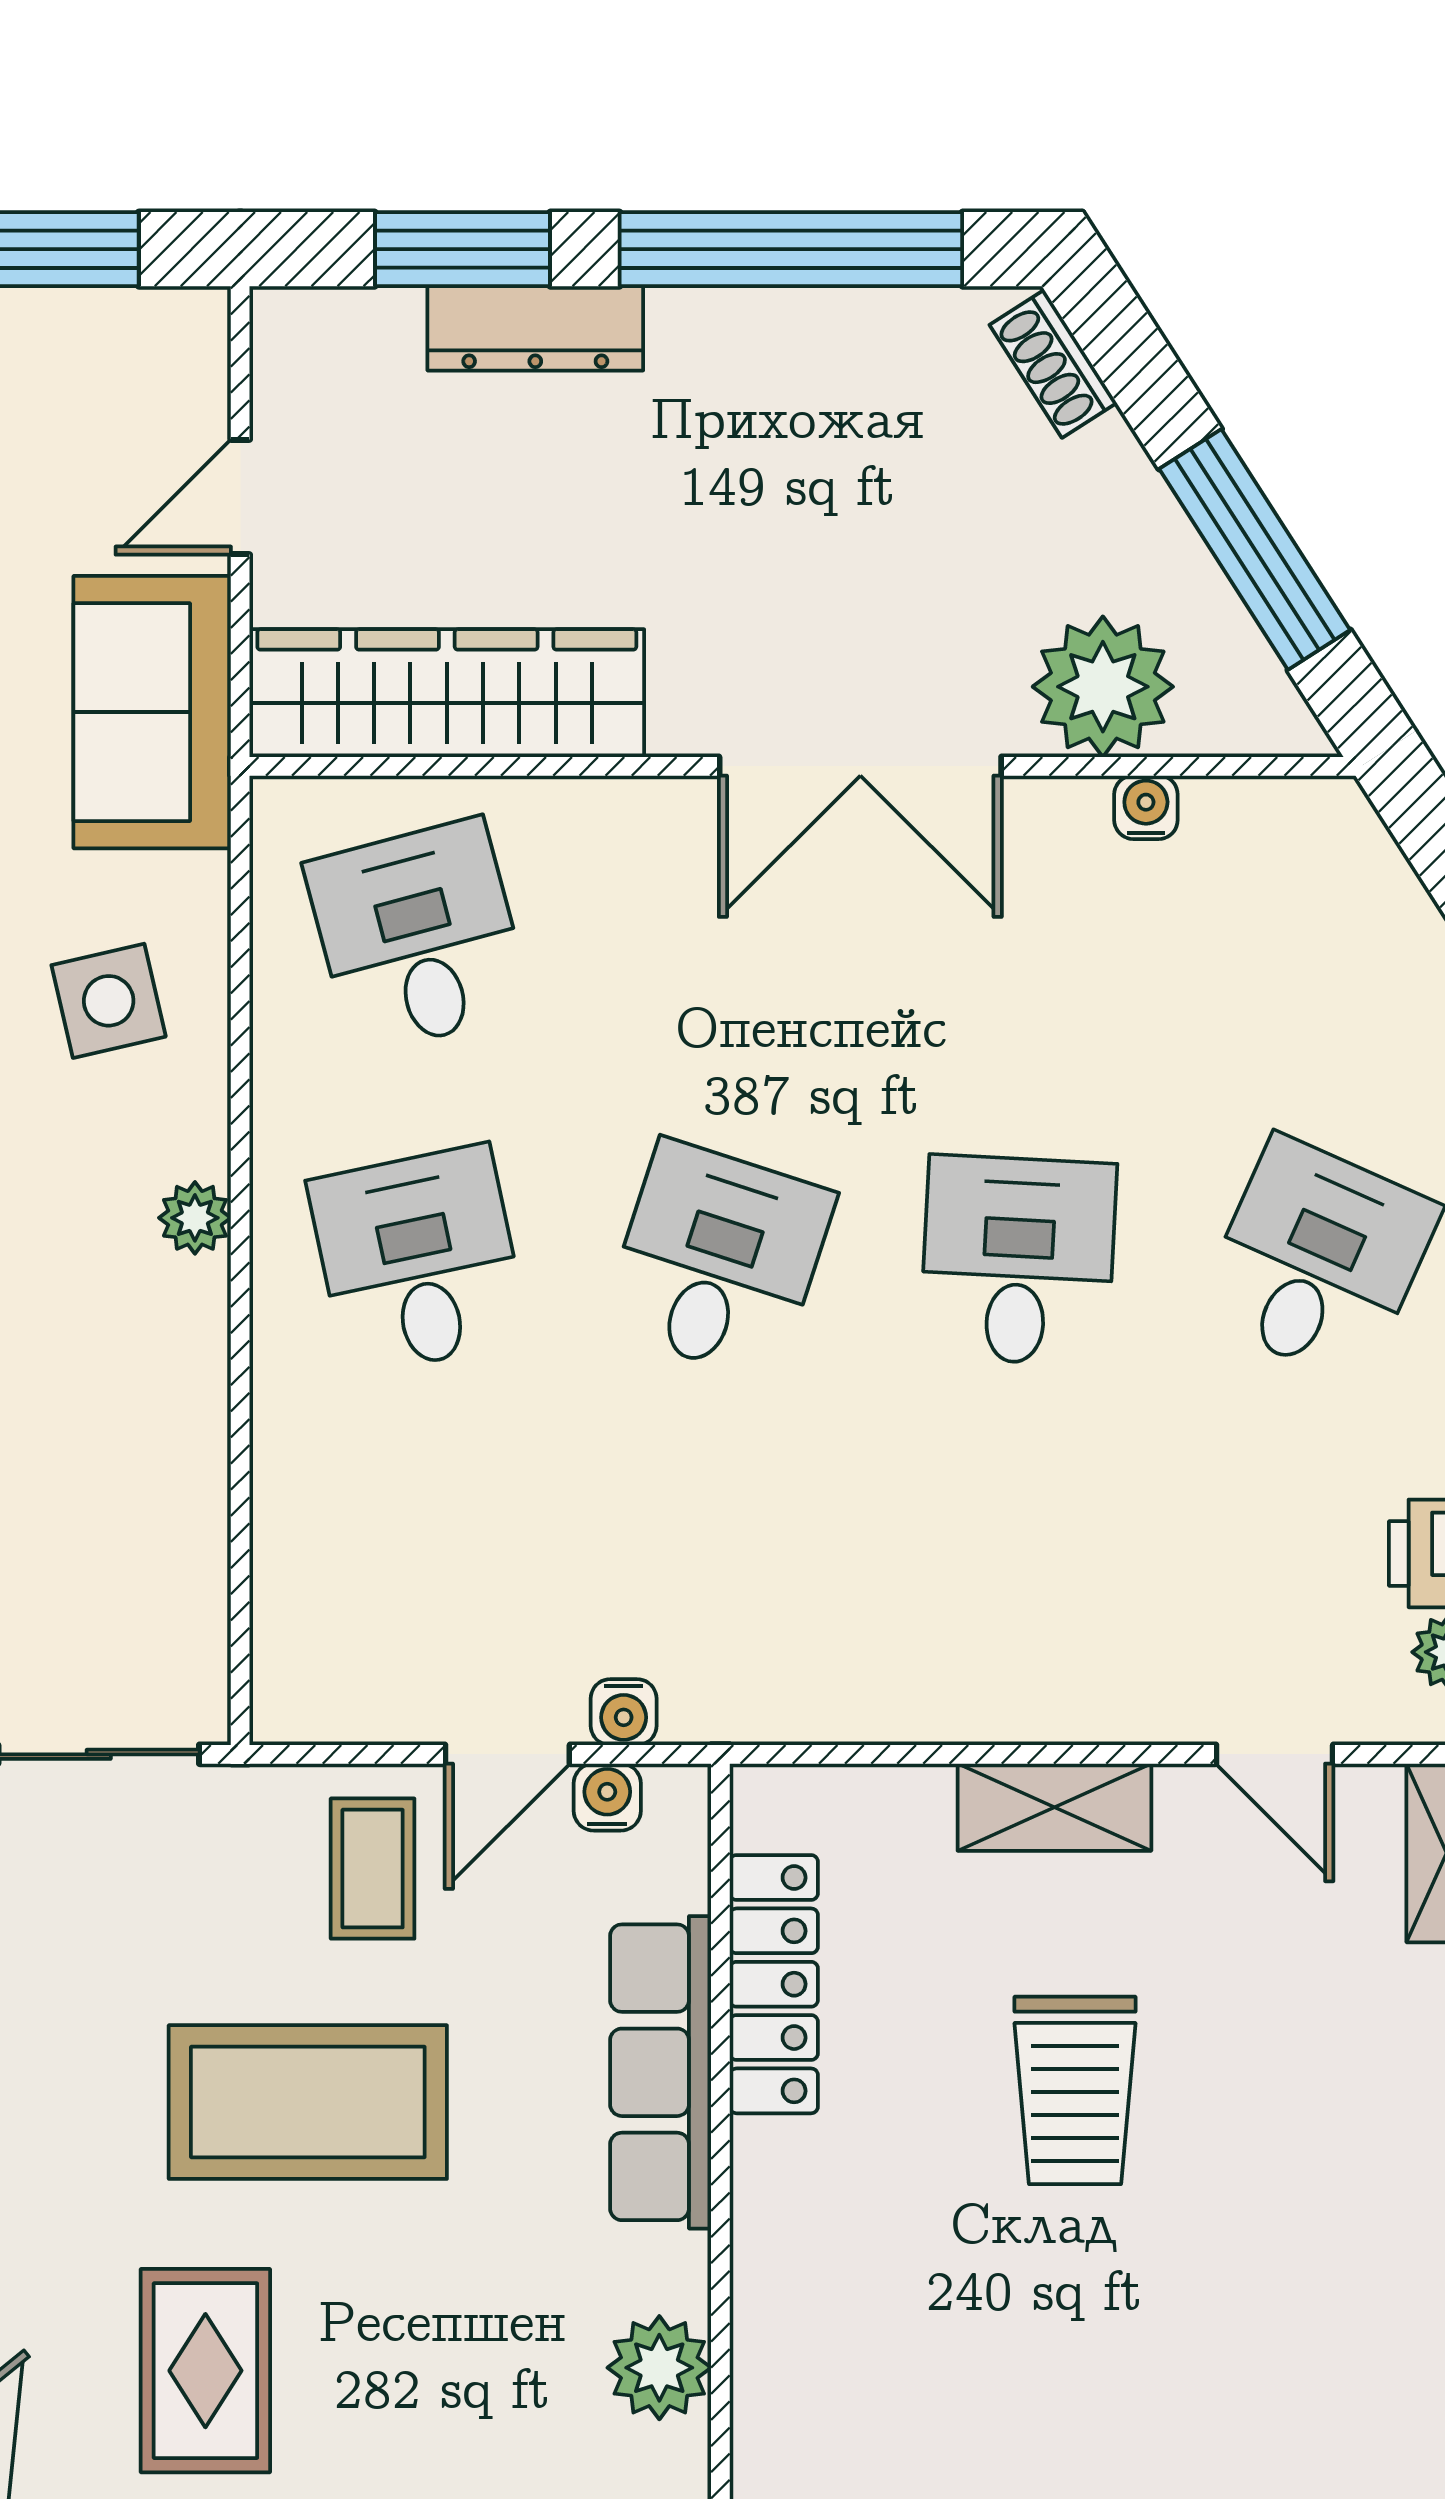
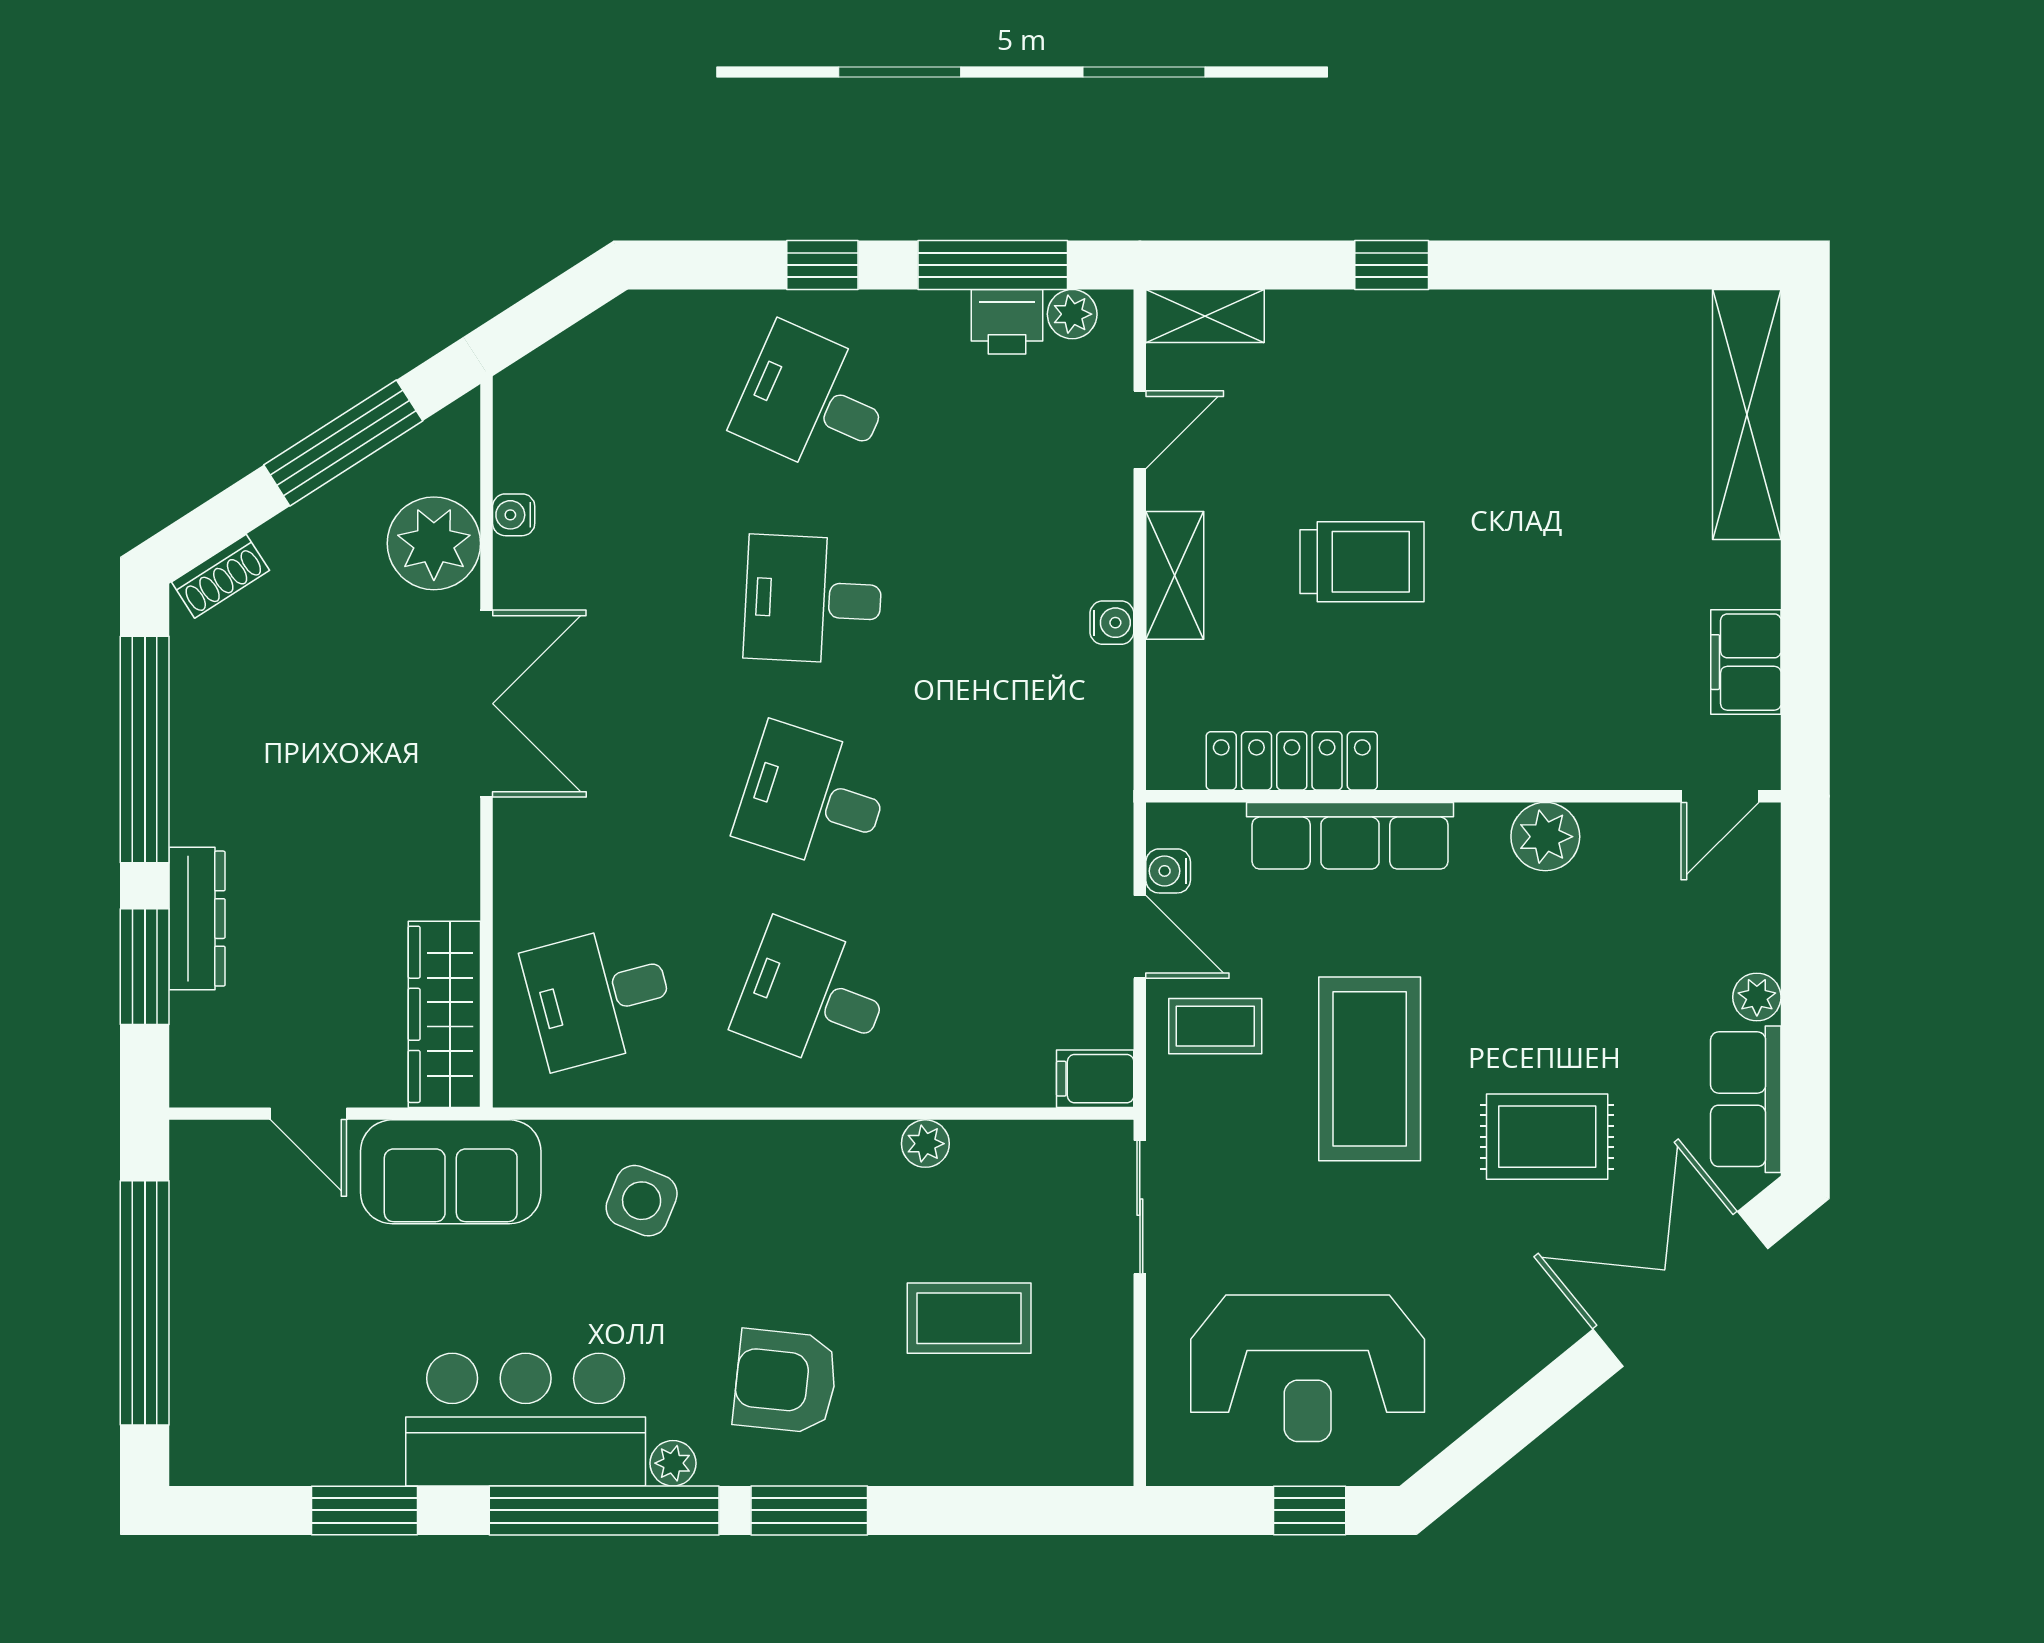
wardrobe: (447, 693) -> (444, 1014), width x0.71, depth x0.85
side table: (109, 1001) -> (642, 1201), turned 35
plant: (195, 1218) -> (925, 1144), moved
desk: (418, 1260) -> (813, 996), turned 33
filing cabinet: (293, 1687) -> (1095, 1079), added
water cooler: (624, 1712) -> (1112, 623), moved

